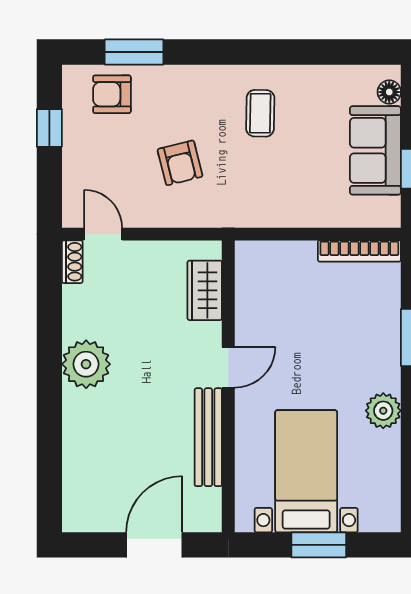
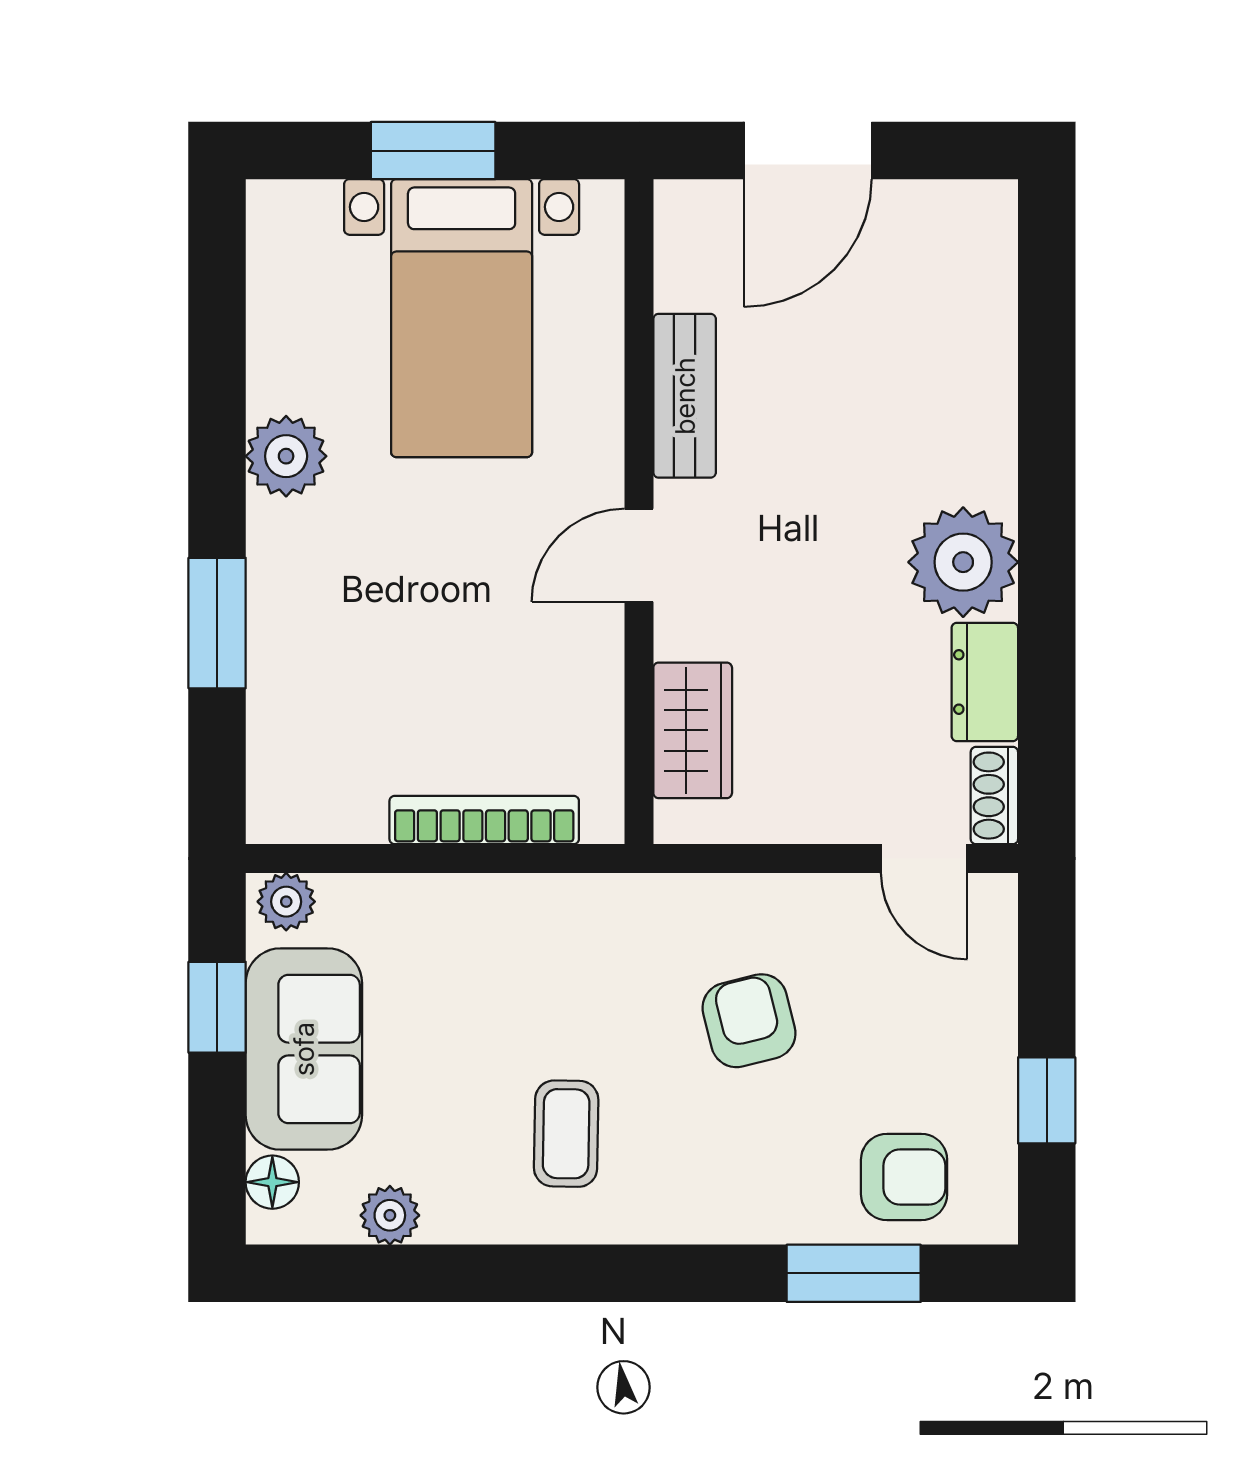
plant: (338, 77) -> (390, 1215), added
plant: (383, 215) -> (286, 902), added
bookcase: (359, 251) -> (484, 820), moved
dresser: (76, 312) -> (985, 682), added
bench: (208, 437) -> (685, 396), width x0.73

